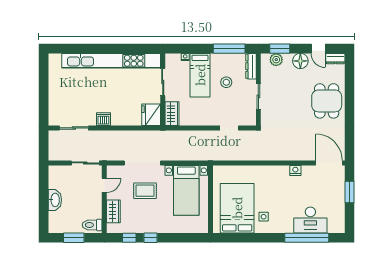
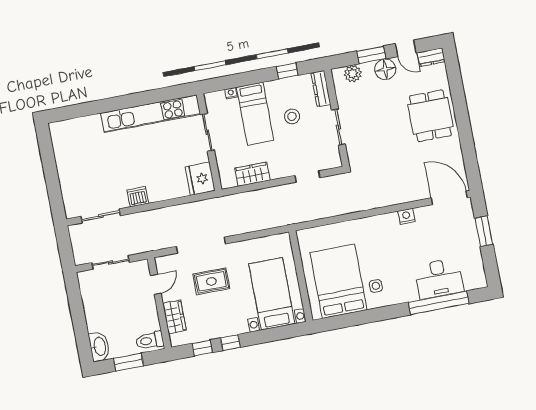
window: (229, 49) -> (287, 71), width x0.46
window: (280, 49) -> (371, 55), moved
kitchen unit: (111, 61) -> (151, 114), width x0.73
wardrobe: (172, 114) -> (252, 174), moved, turned -90
sliding door: (85, 163) -> (111, 262), moved
bed with nightstands: (186, 190) -> (272, 294), moved, turned 180
washbasin: (55, 200) -> (99, 347), moved

